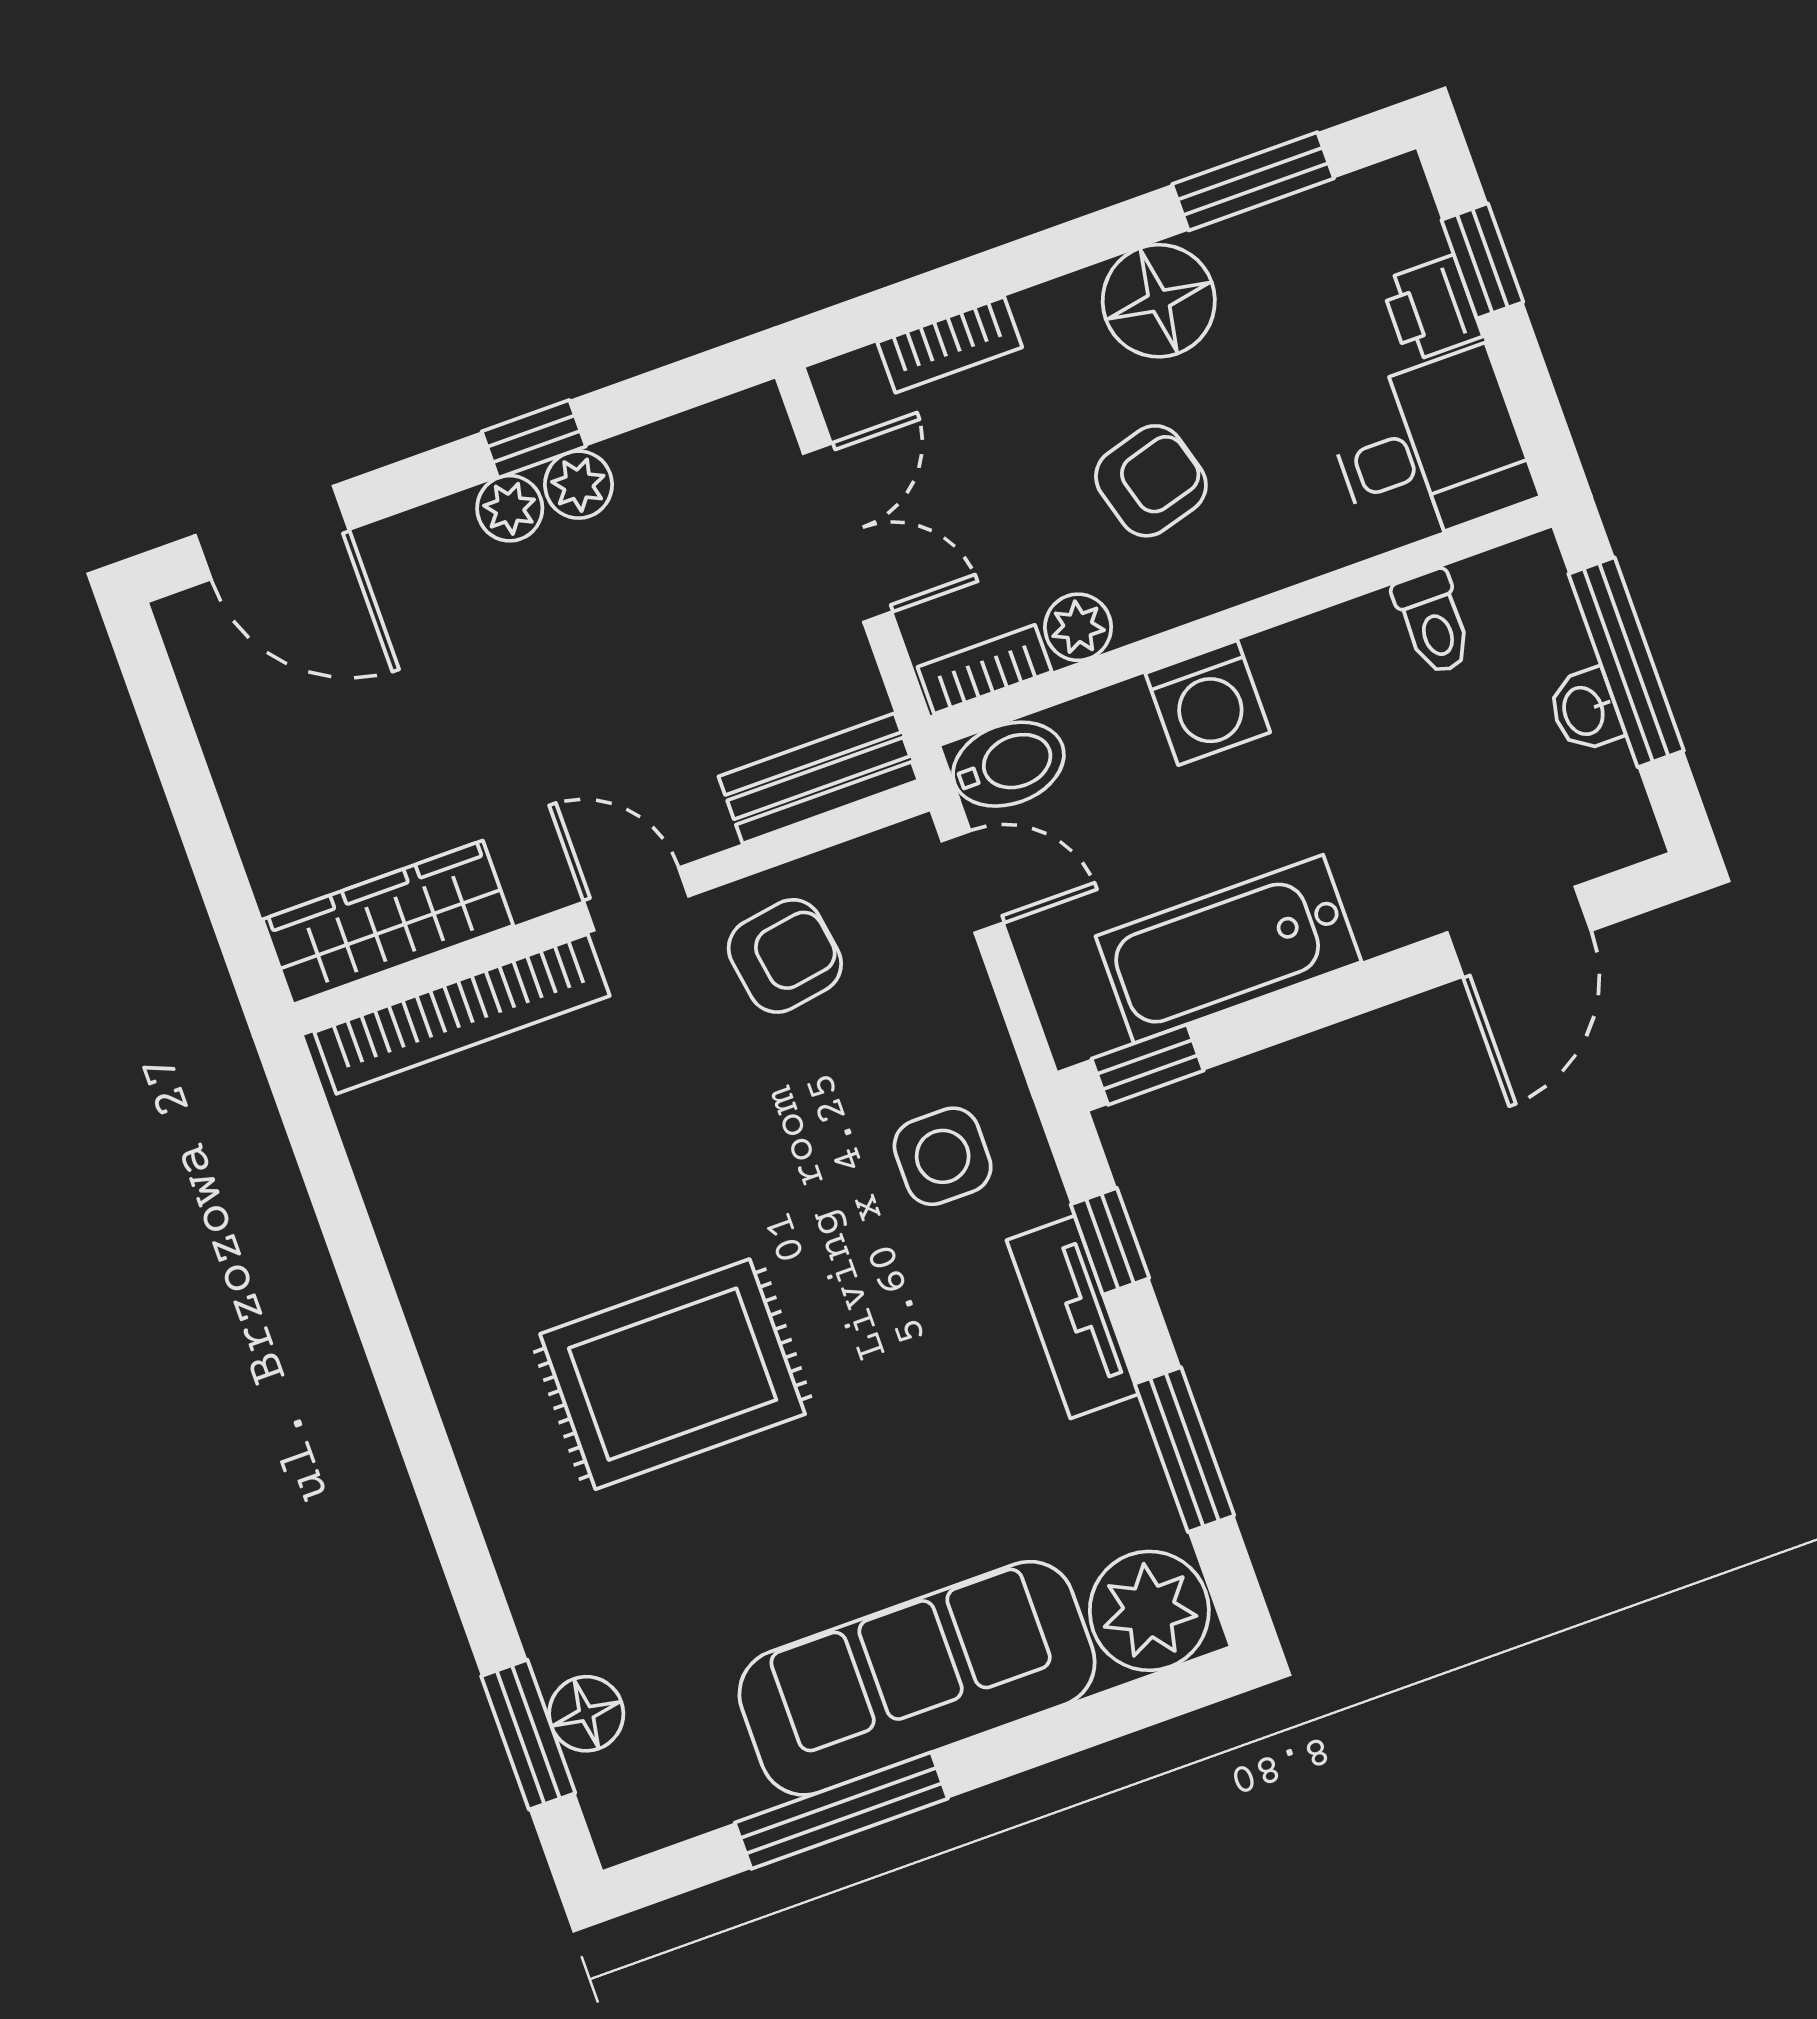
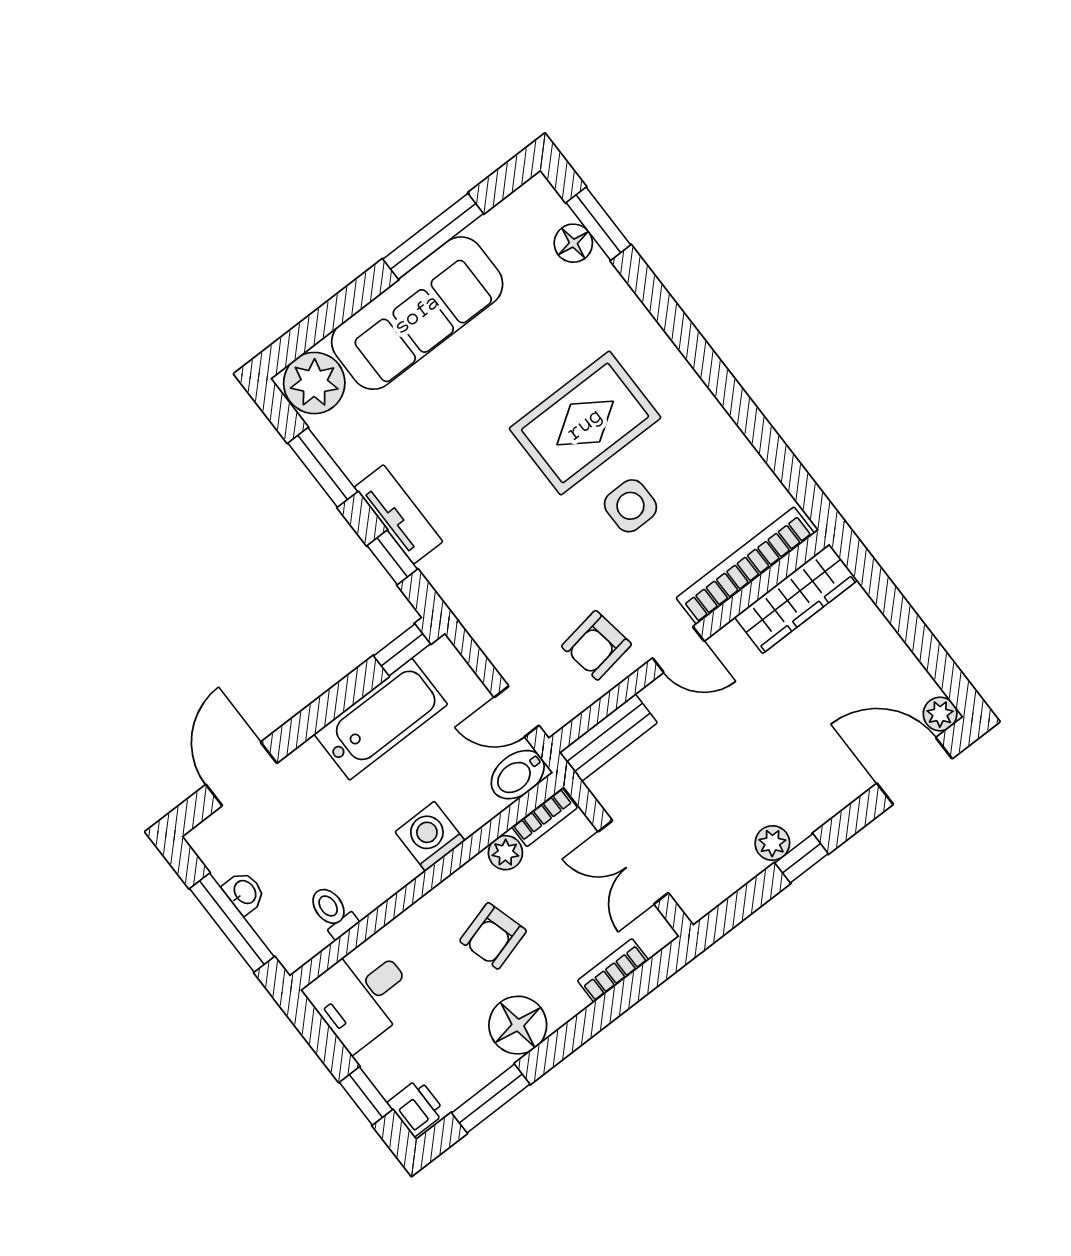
printer: (1431, 309) -> (416, 1108), moved
plant: (510, 508) -> (940, 714), moved
side table: (943, 1156) -> (630, 506), moved

